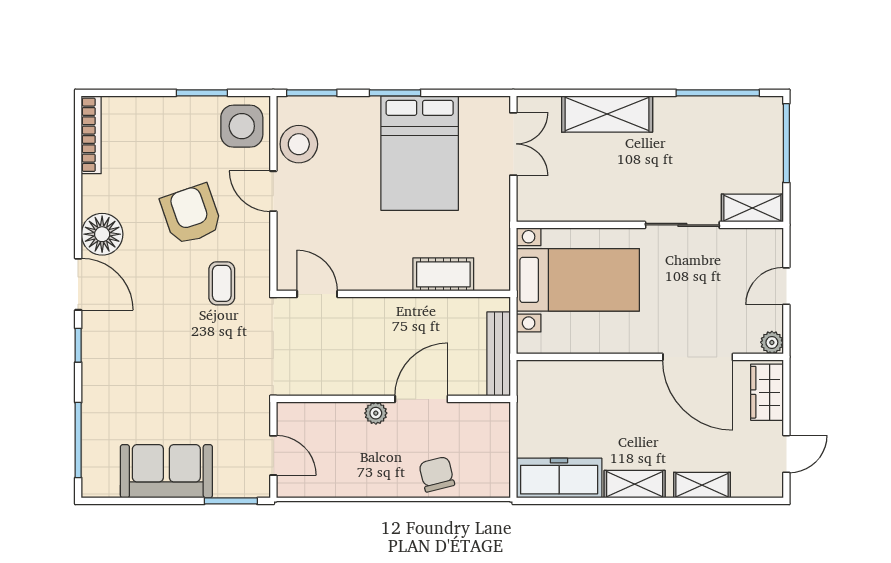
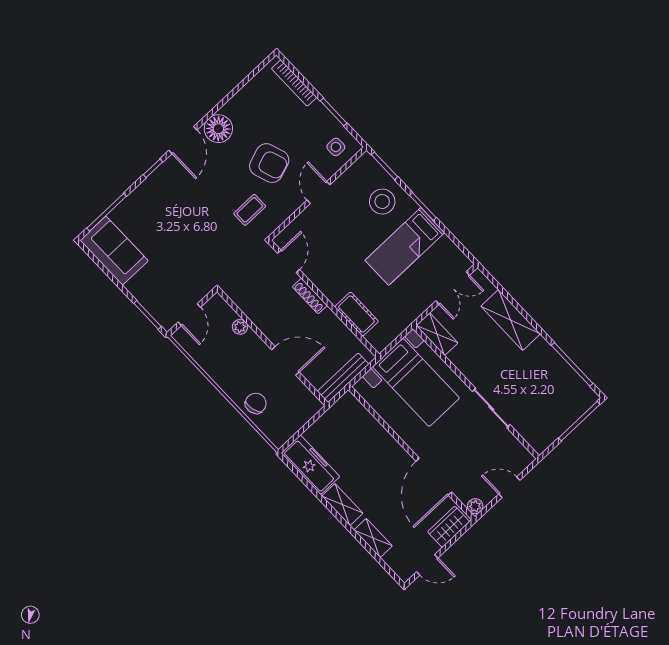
side table: (242, 126) -> (336, 147), width x0.54, depth x0.54
bookcase: (91, 135) -> (294, 83), moved, turned 90
stool: (299, 144) -> (382, 202), moved
bed: (420, 153) -> (405, 246), width x0.67
shelving: (752, 208) -> (437, 334), moved
armchair: (191, 214) -> (269, 163), turned 90
shoe rack: (376, 306) -> (310, 296), added
plant: (376, 413) -> (240, 327), moved
sofa: (166, 471) -> (114, 251), moved

